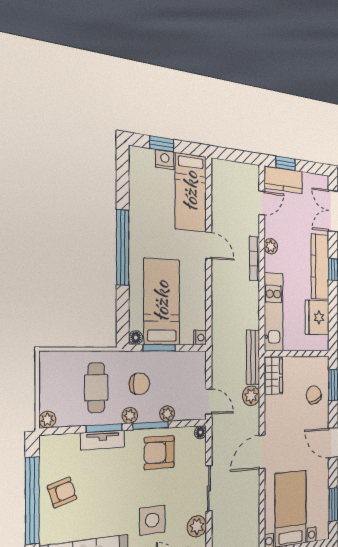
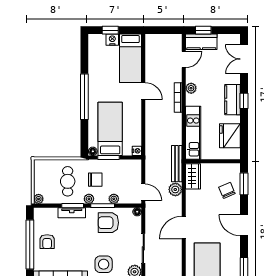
kitchen counter: (320, 267) -> (233, 100), width x0.67
armchair: (62, 492) -> (47, 242), turned 107

